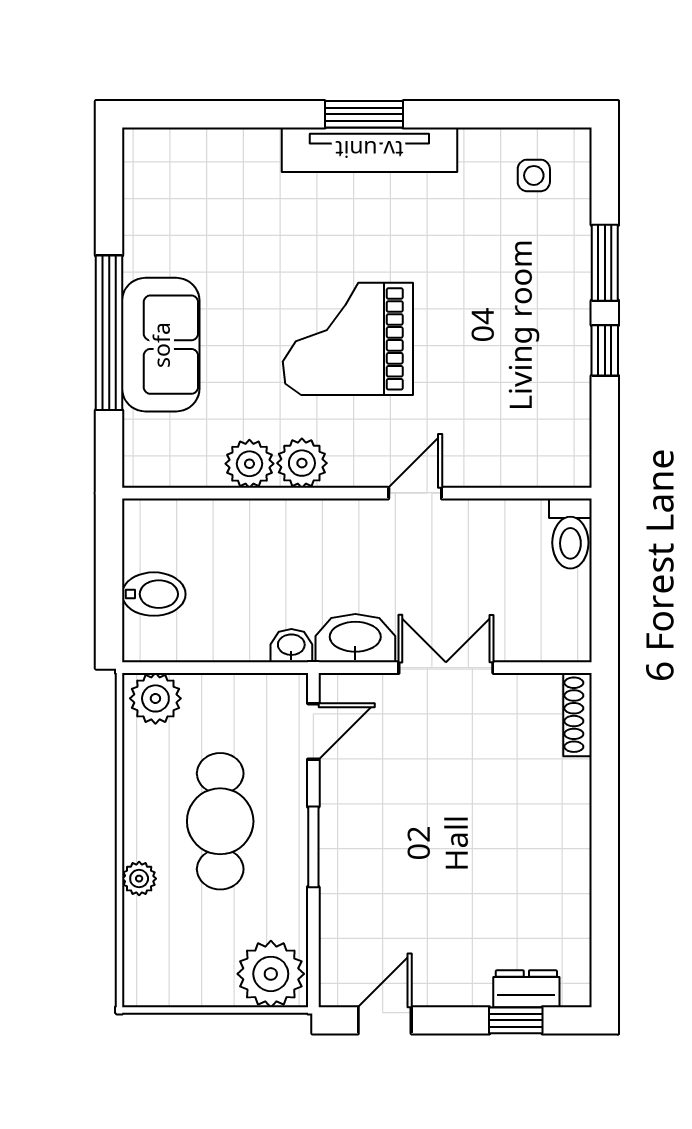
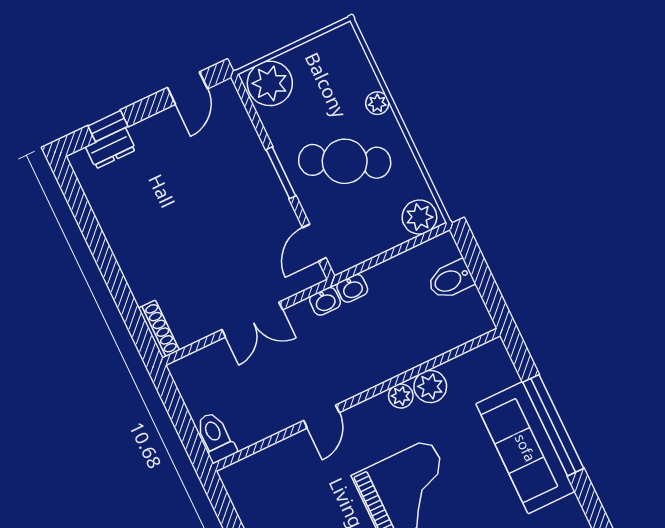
sofa: (161, 345) -> (525, 448), width x1.36
plant: (302, 463) -> (401, 396), width x0.73, depth x0.73
washbasin: (355, 638) -> (325, 301), width x0.52, depth x0.69
cafe table: (220, 821) -> (345, 161), turned -62

